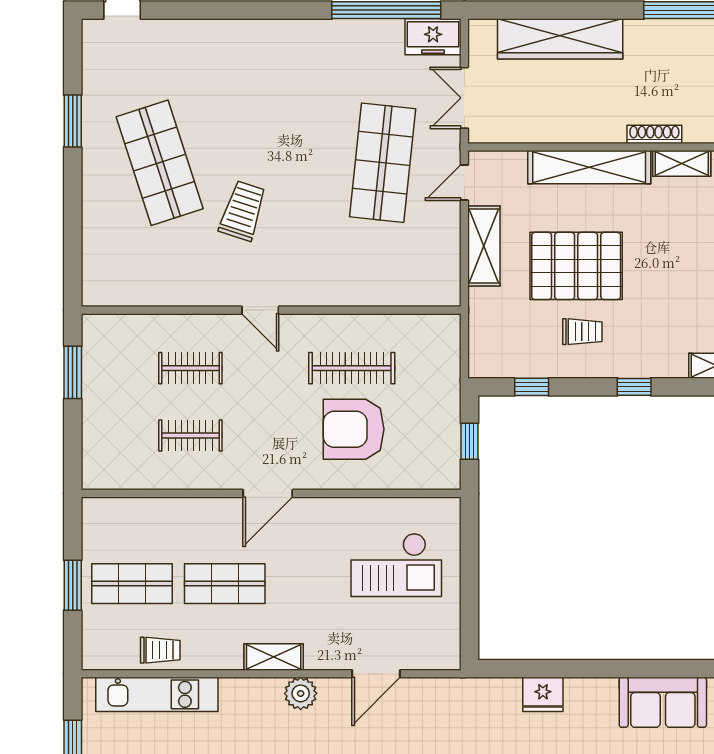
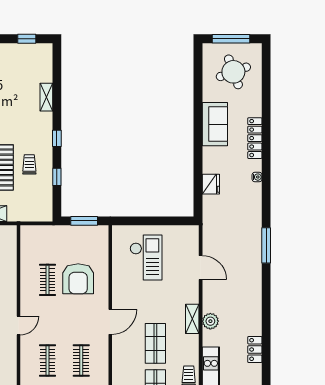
clothes rail: (352, 368) -> (47, 280), width x0.73
window: (532, 387) -> (57, 177), moved
window: (470, 441) -> (84, 221), width x1.50
door: (268, 493) -> (110, 322), hinge flipped
plant: (301, 693) -> (210, 321), moved

